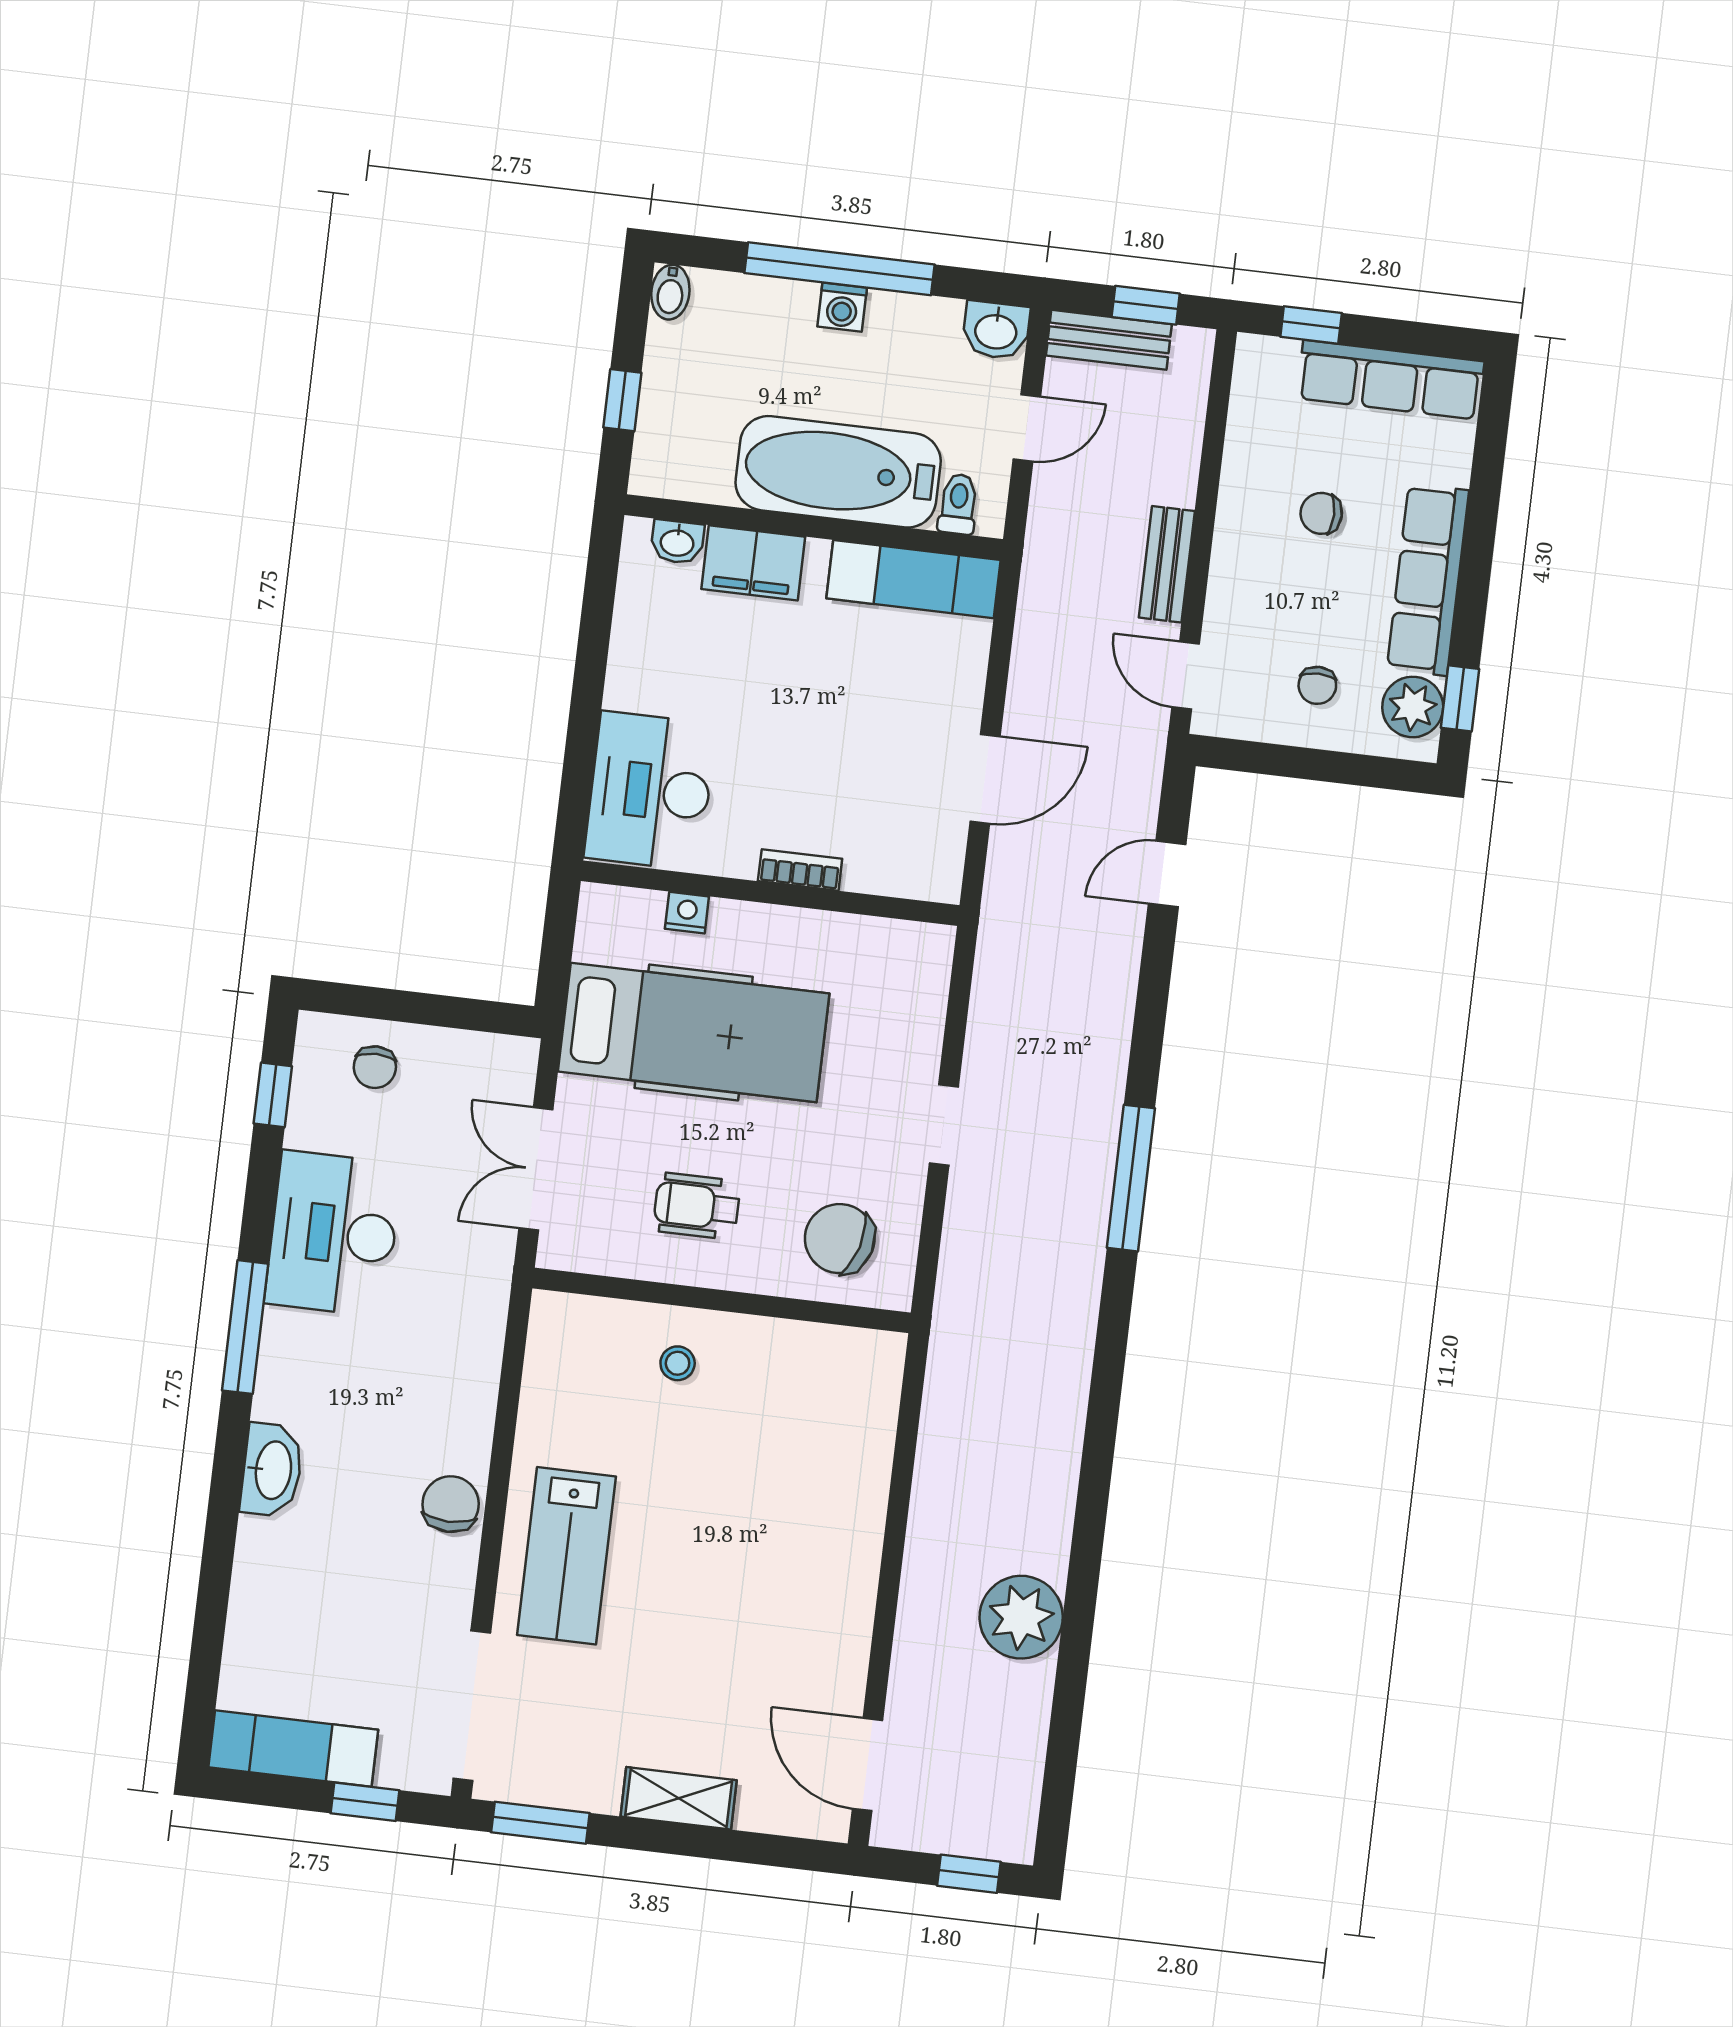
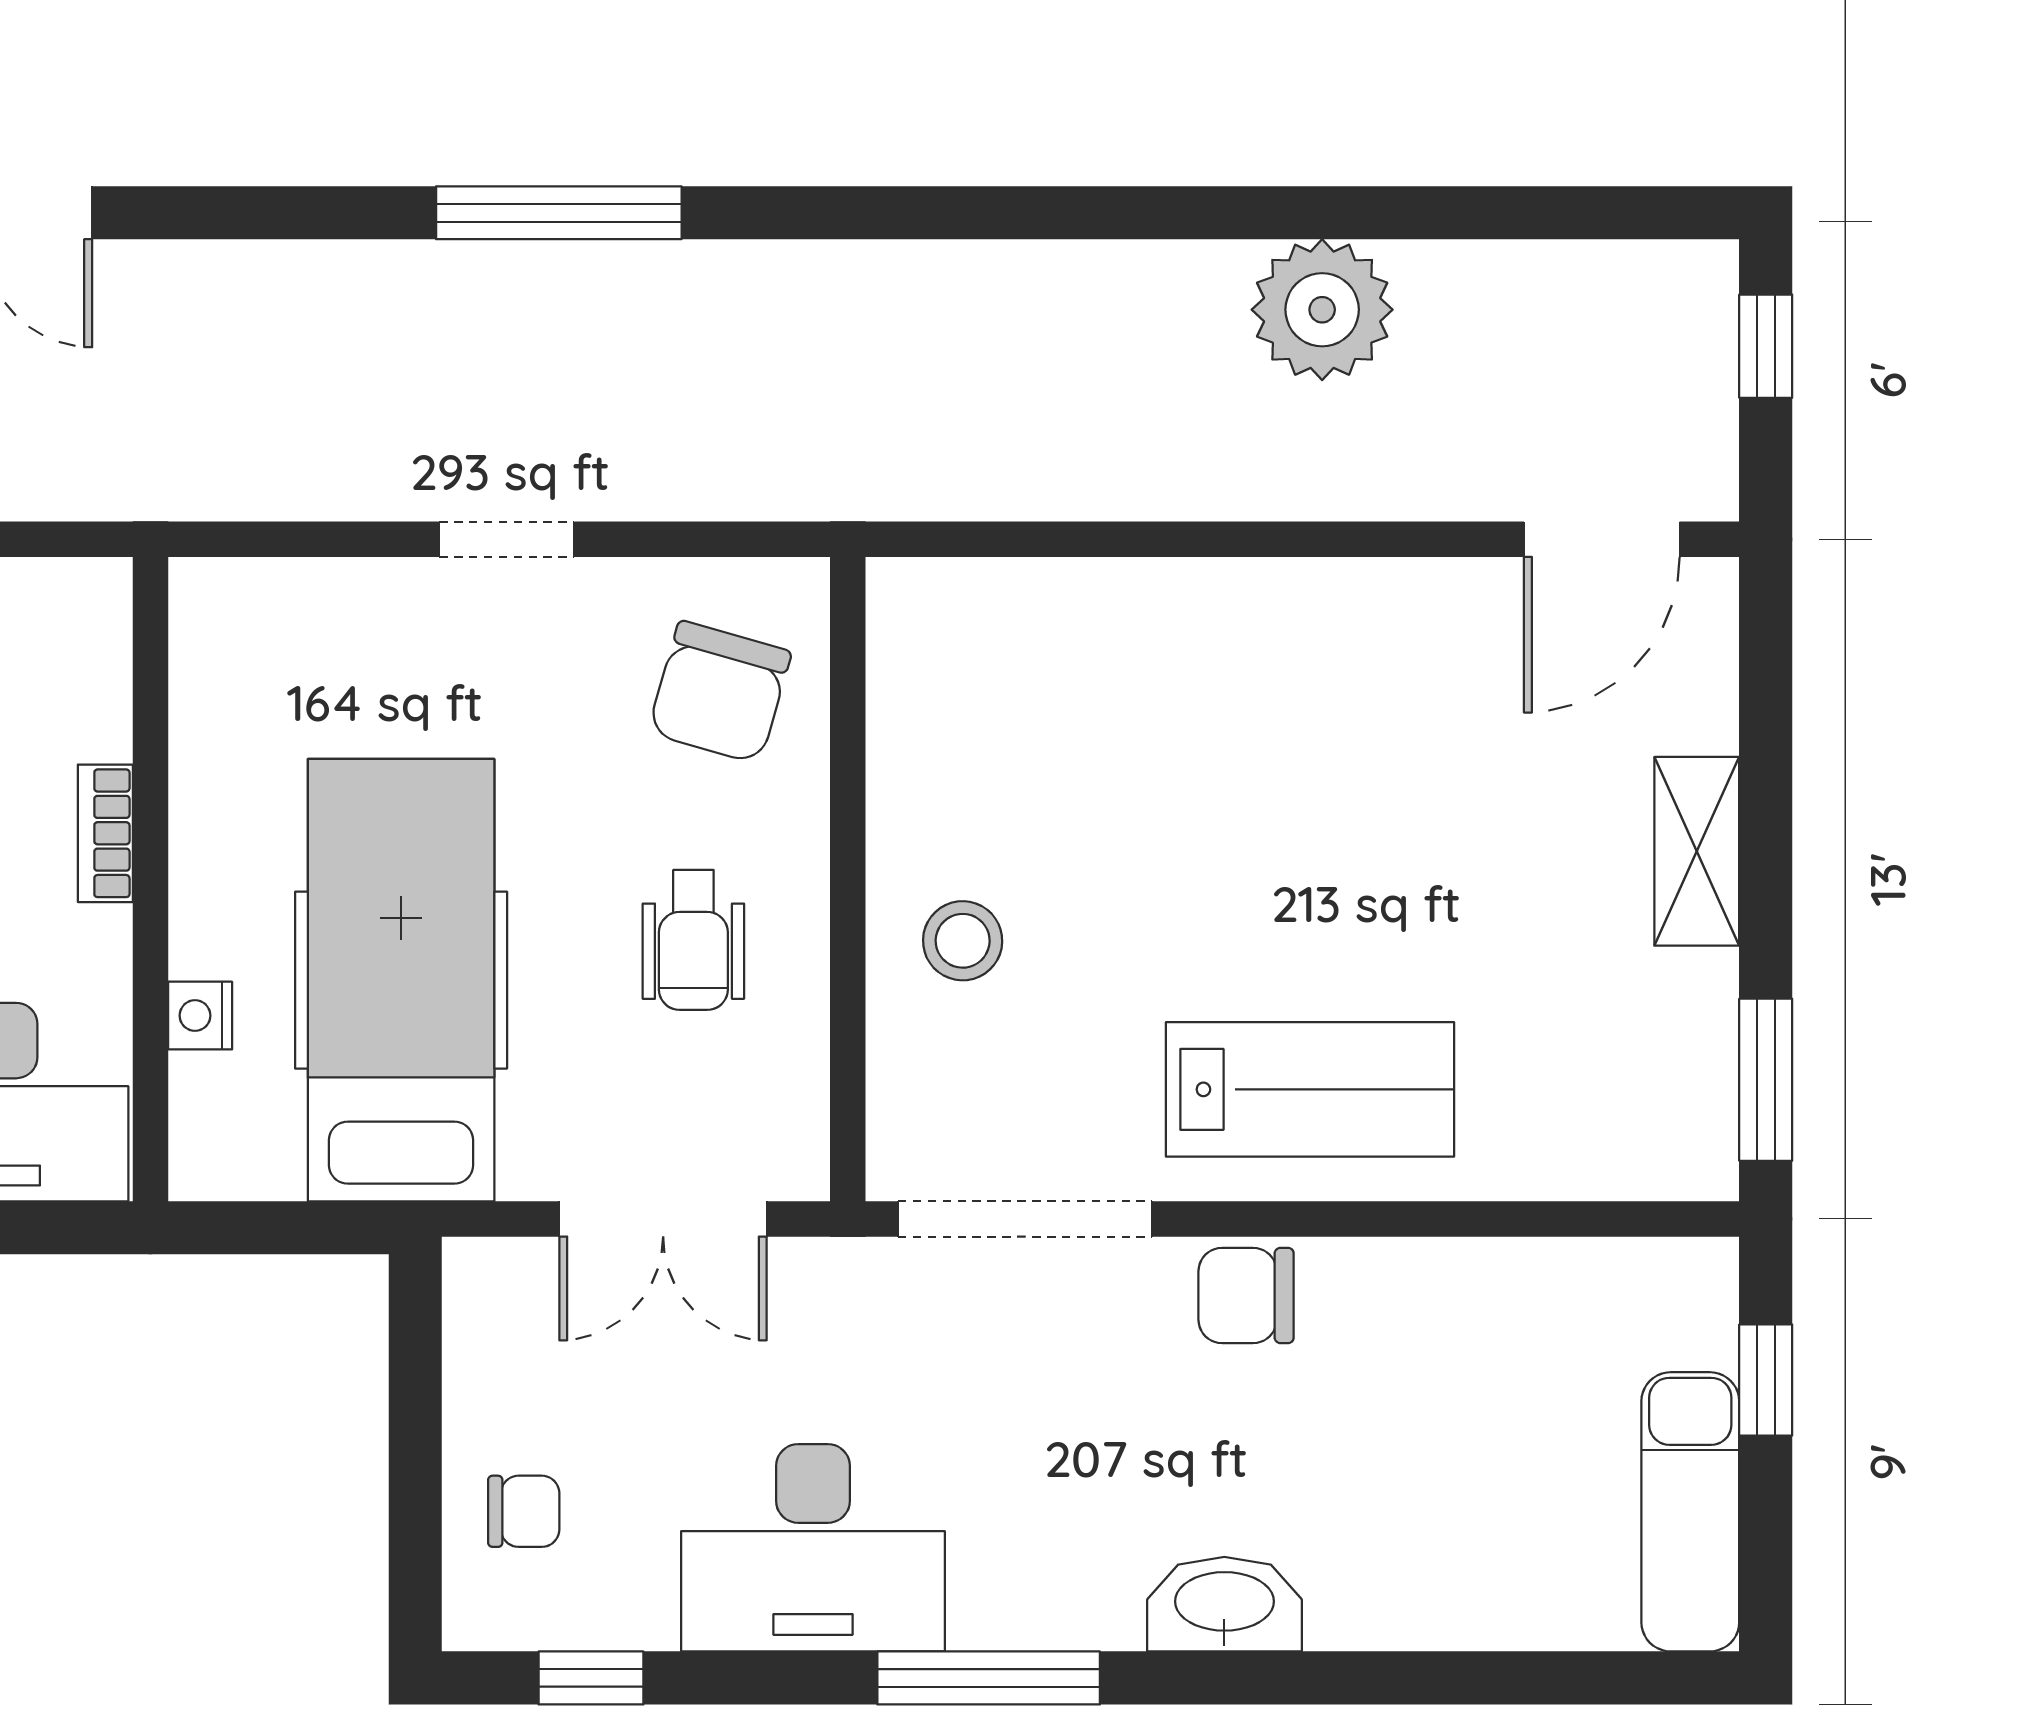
stool: (678, 1363) -> (963, 941), width x1.37, depth x1.37
doorway: (472, 1706) -> (1025, 1219), moved

